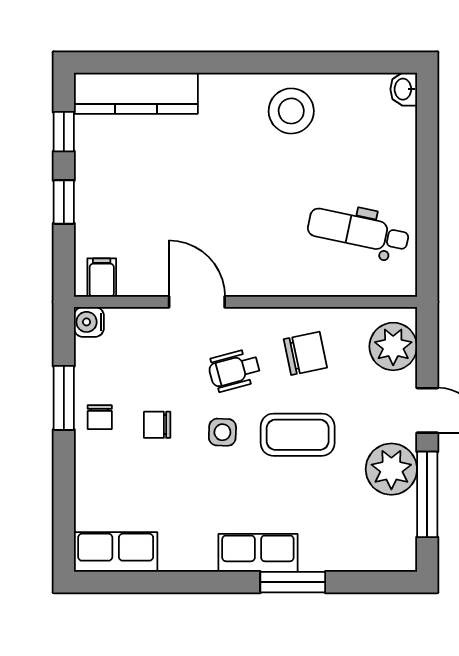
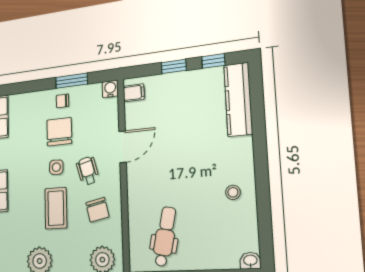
stool: (291, 111) -> (233, 192), width x0.53, depth x0.53
chair: (157, 425) -> (59, 132), width x1.87, depth x1.87

